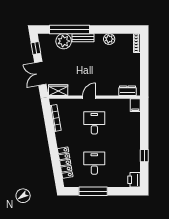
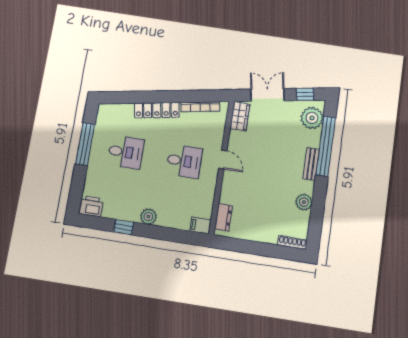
plant: (64, 41) -> (312, 118), moved
plant: (135, 140) -> (148, 217), added
locker: (65, 163) -> (157, 110), moved

